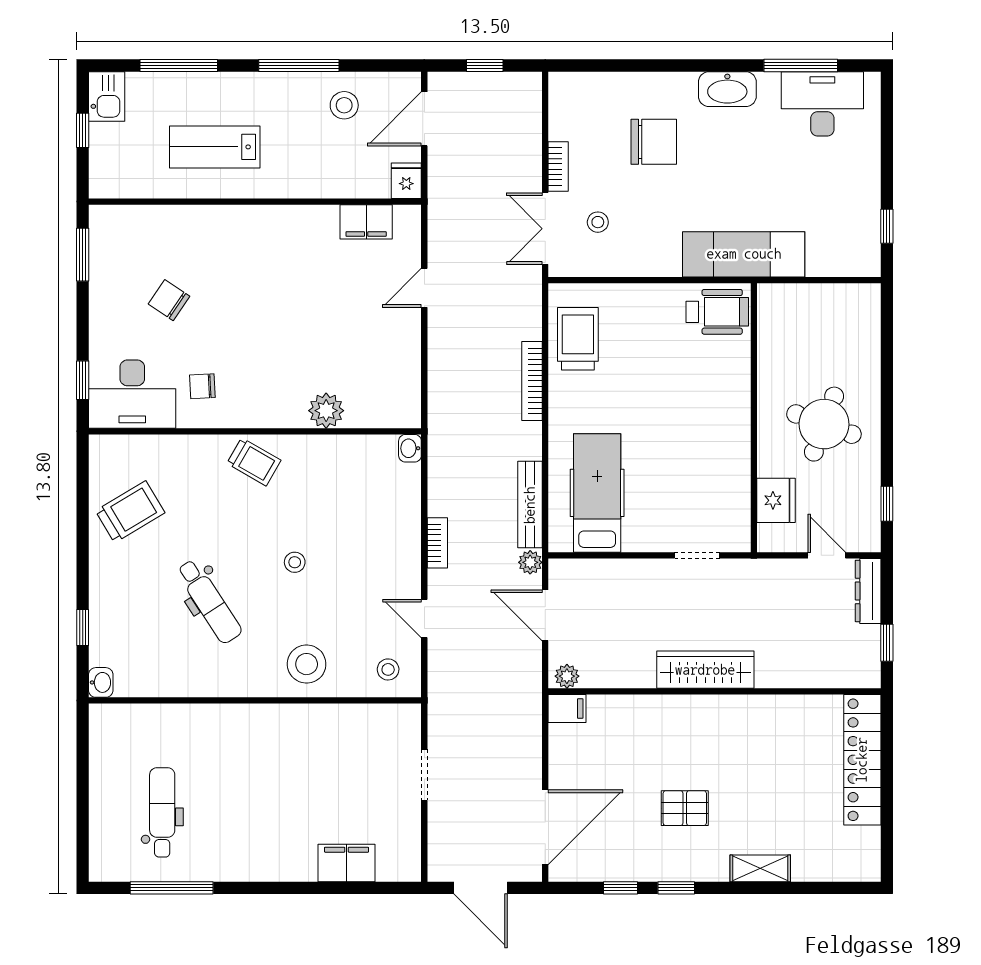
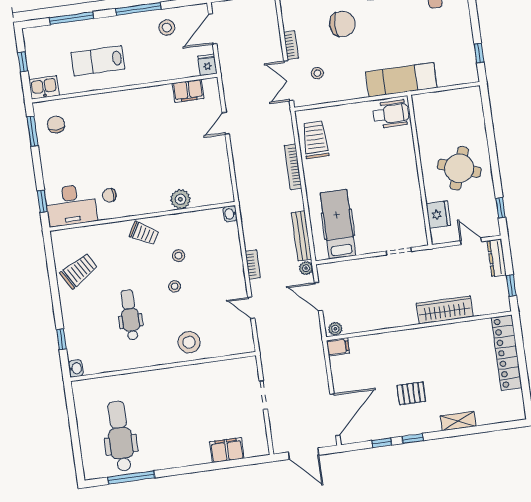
kitchen sink: (107, 96) -> (44, 87), moved, turned -90
chair: (169, 300) -> (56, 124), moved, turned 56
dental chair: (209, 601) -> (130, 315), turned -147
stool: (388, 669) -> (178, 256), moved
wardrobe: (705, 670) -> (445, 310), moved
dental chair: (162, 812) -> (120, 436), width x1.36, depth x1.38

